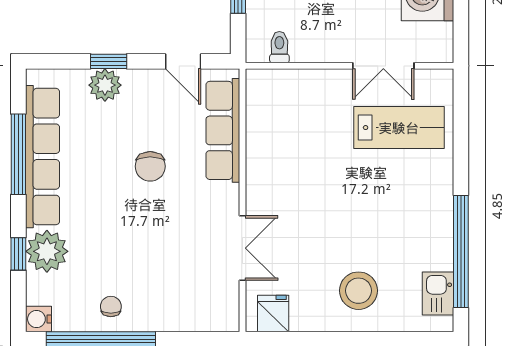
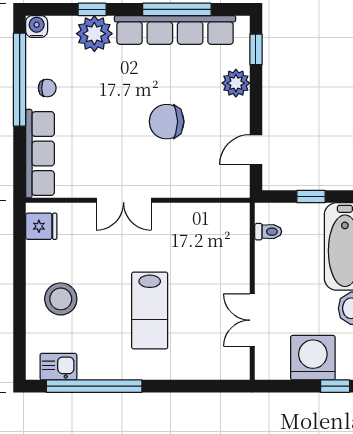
window: (109, 61) -> (256, 49), moved
lab bench: (399, 128) -> (150, 311), moved
row of seats: (223, 130) -> (40, 154), moved, turned 90
chair: (150, 166) -> (167, 122), width x1.37, depth x1.37
double door: (243, 248) -> (124, 200), moved

